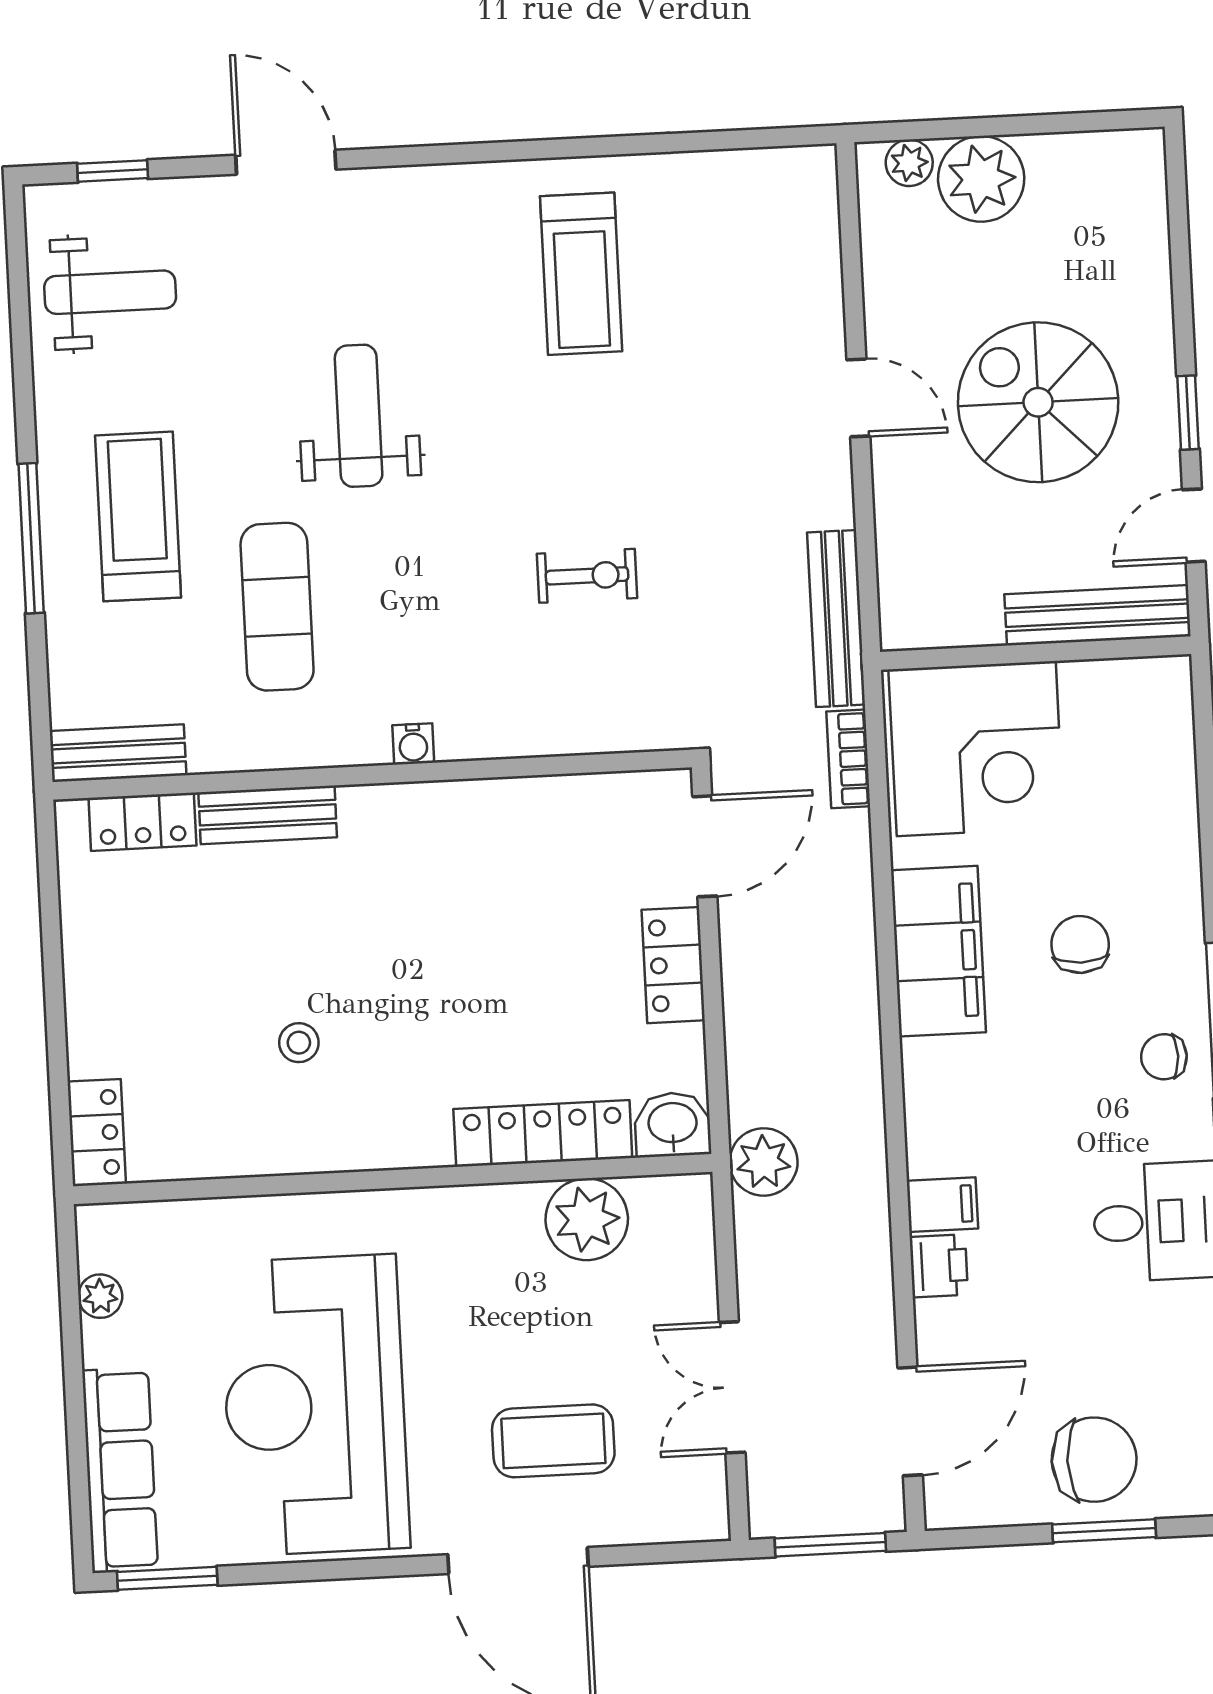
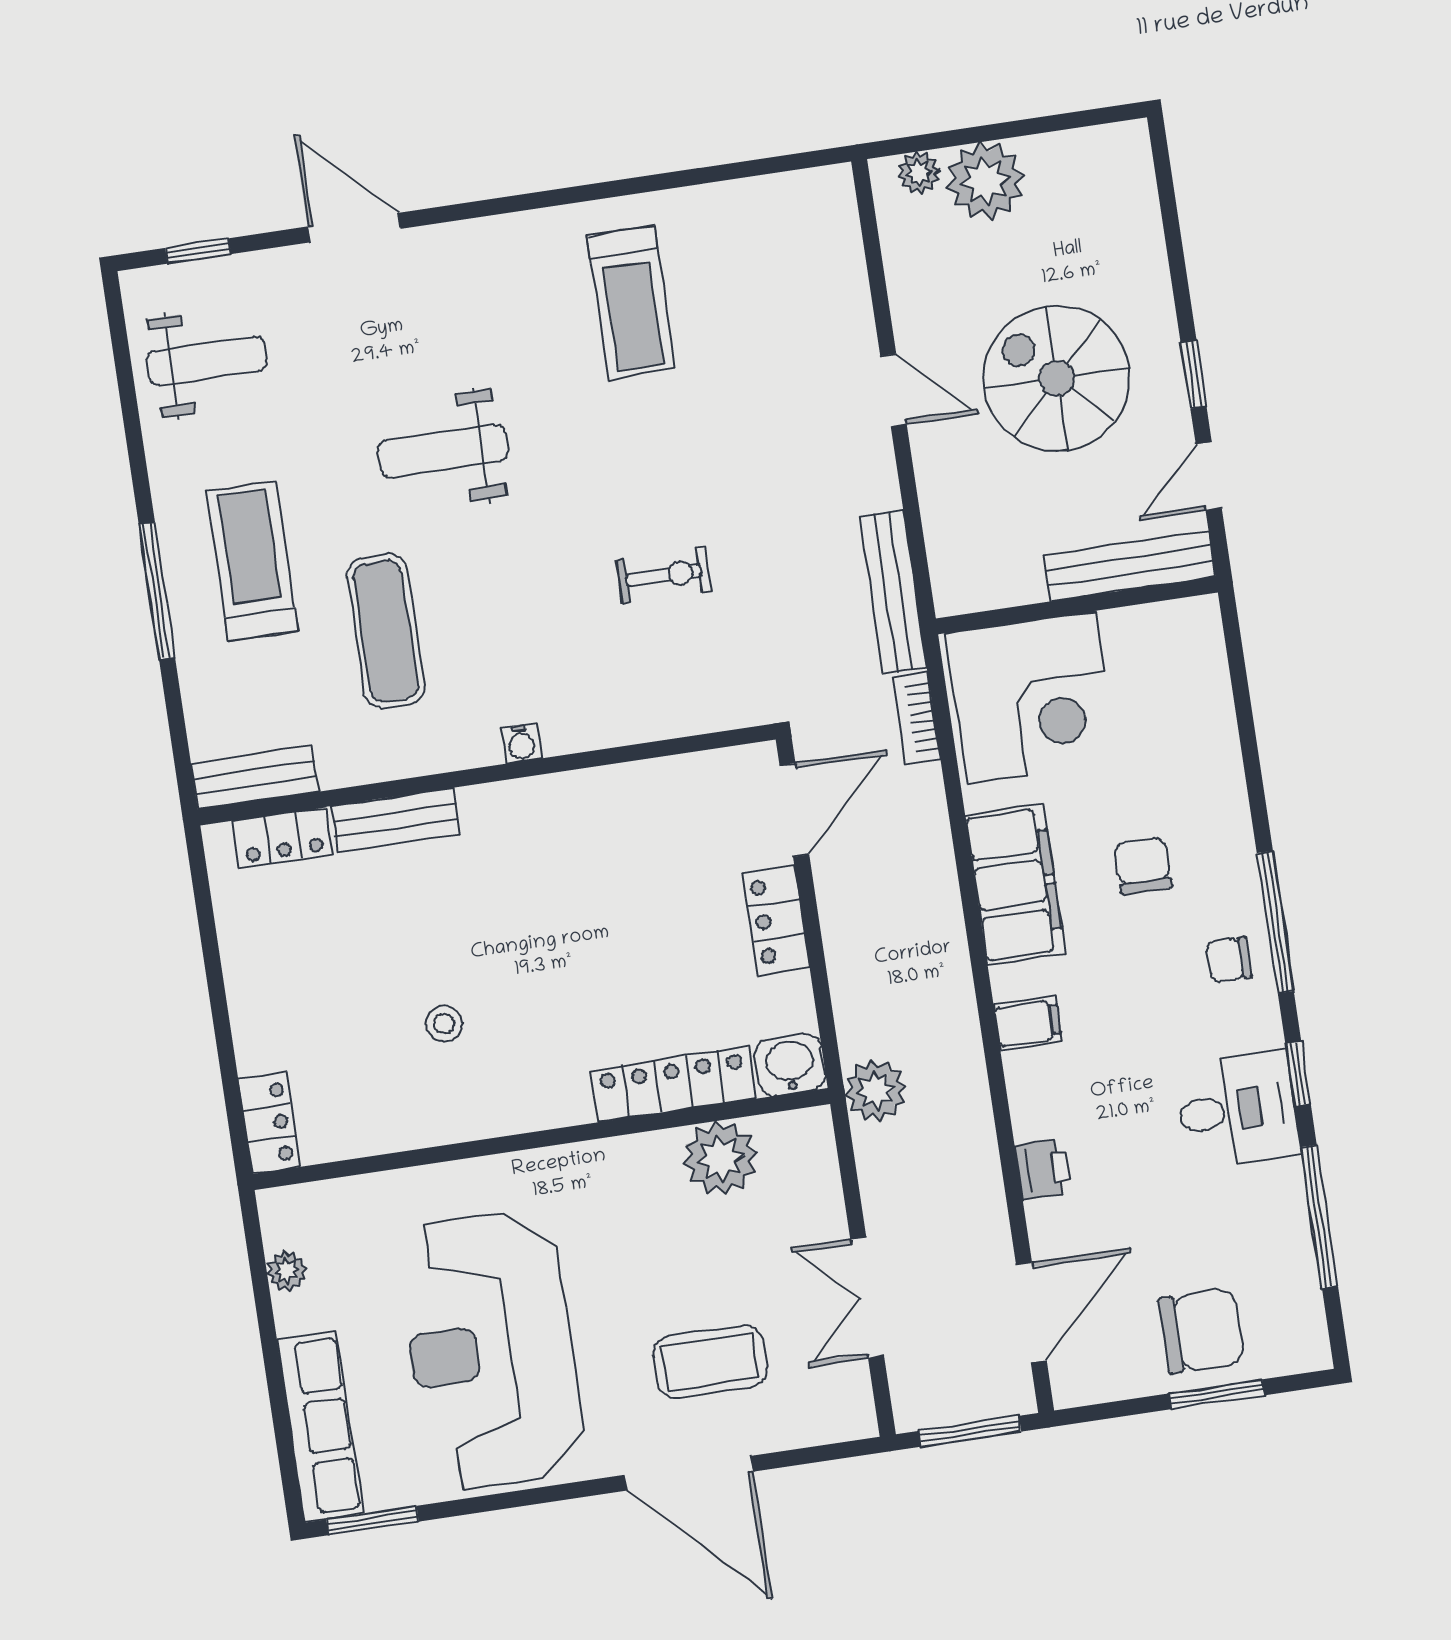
weight bench: (359, 416) -> (443, 451), turned -90
filing cabinet: (942, 1205) -> (1028, 1023), moved

